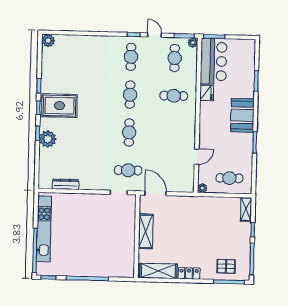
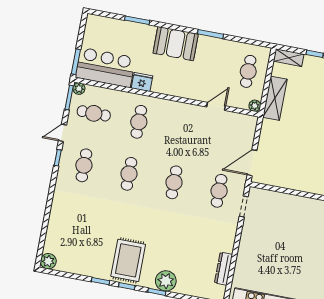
cafe table: (131, 57) -> (84, 165), turned 90
cafe table: (130, 95) -> (129, 174), turned 90
cafe table: (129, 132) -> (174, 182), turned 90
door: (197, 157) -> (216, 106), hinge flipped
shelving: (146, 231) -> (275, 98), moved, turned 90

